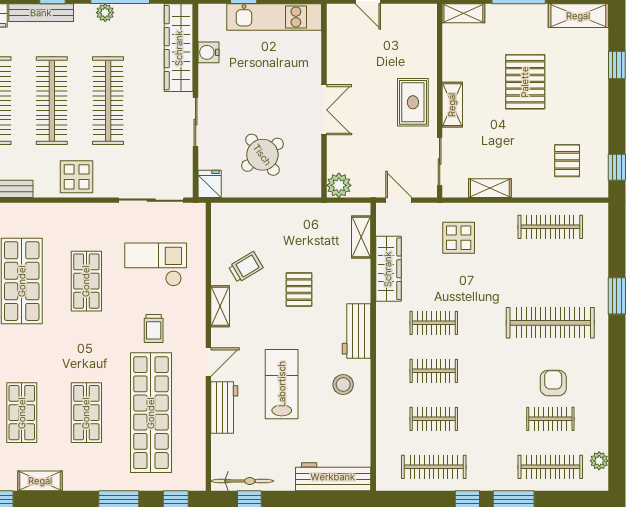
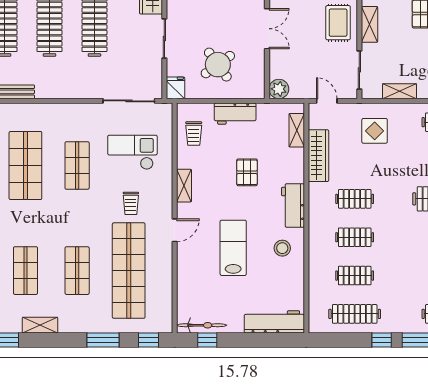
display table: (77, 177) -> (69, 82), removed
trolley: (246, 267) -> (194, 134), moved, turned 121
workbench: (224, 407) -> (235, 114), moved, turned 90

